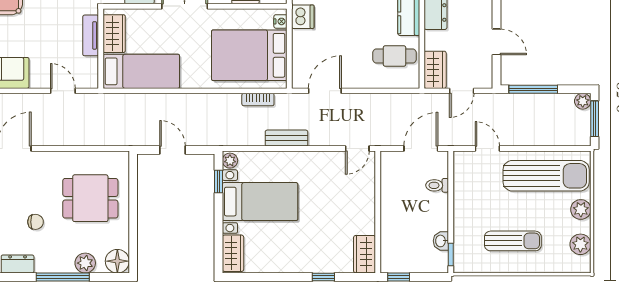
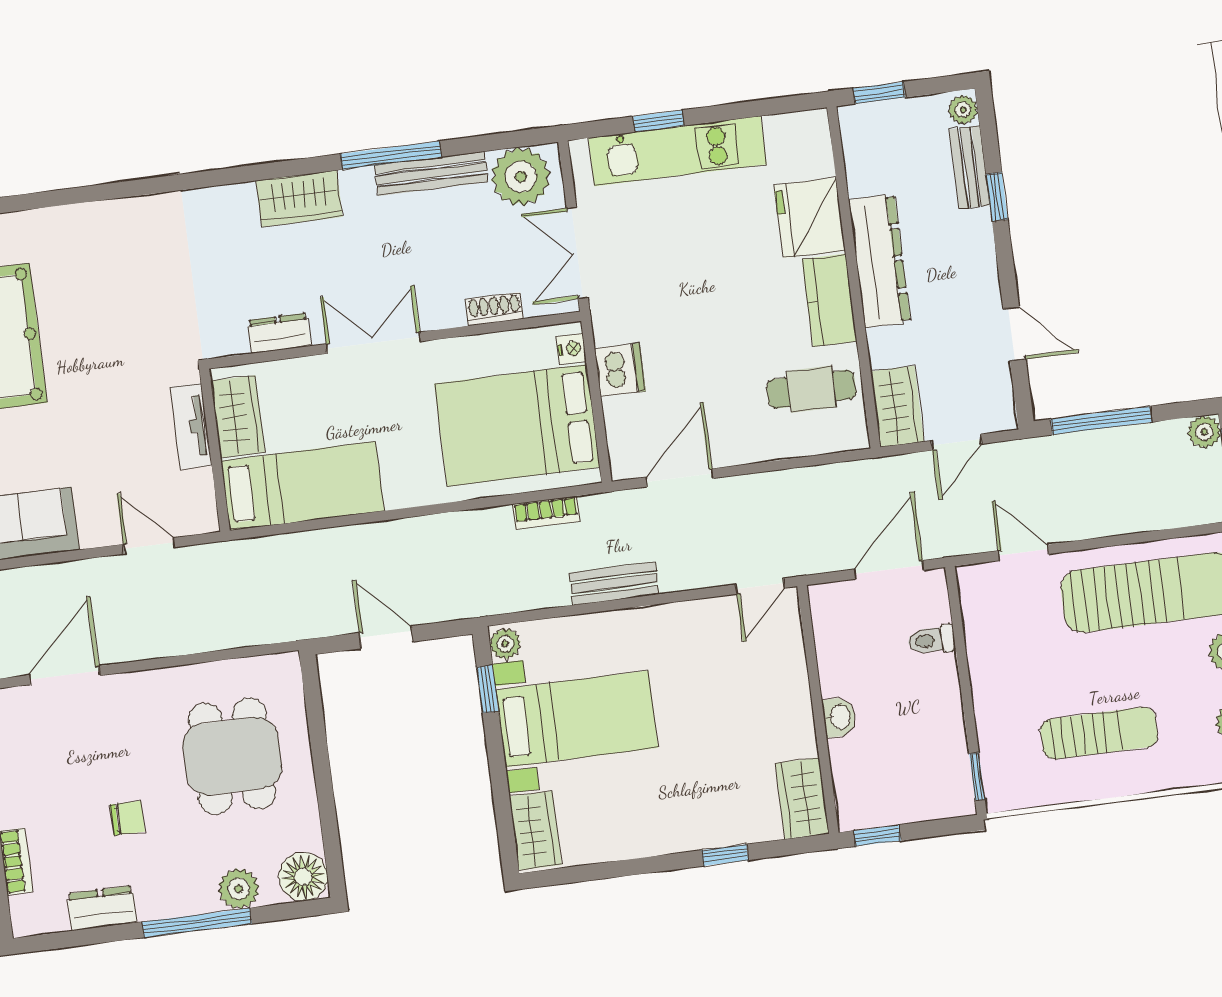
dishwasher: (303, 17) -> (620, 370), moved
dining table: (90, 198) -> (232, 756), turned 90
washbasin: (441, 241) -> (839, 717), moved, turned 180

